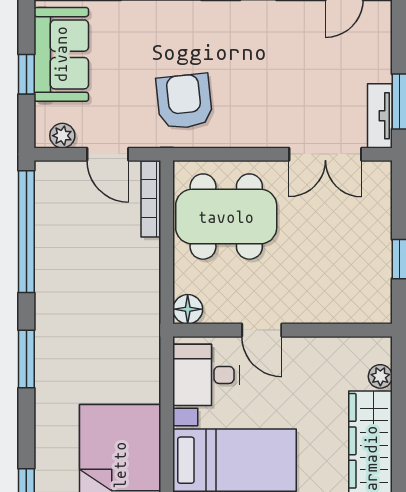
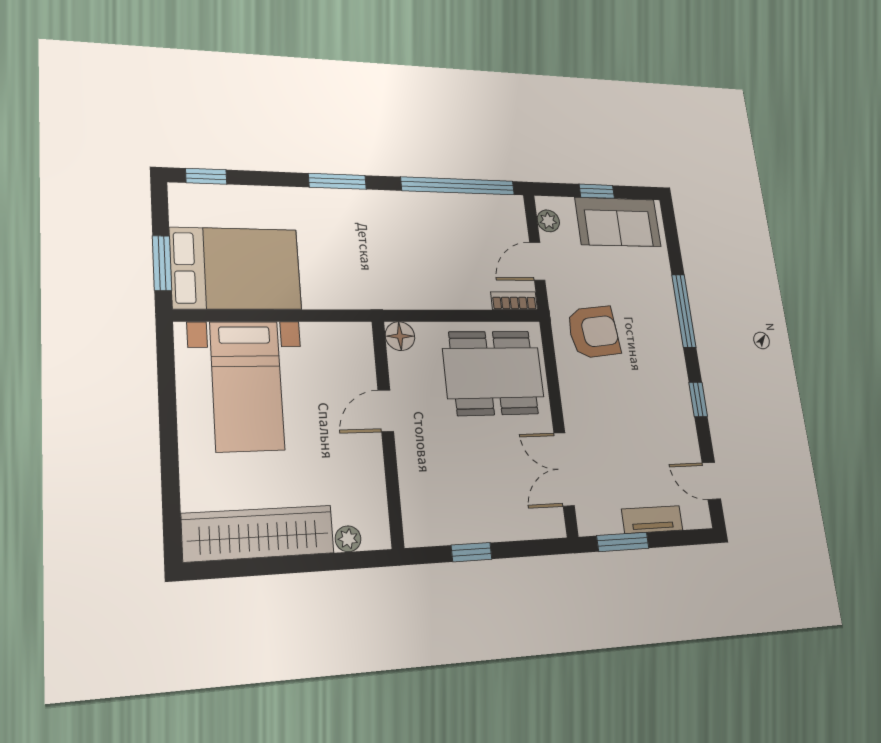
tv unit: (380, 116) -> (652, 520), moved
bookcase: (151, 199) -> (514, 301), width x0.64
dining table: (226, 217) -> (493, 373), turned 90
desk: (206, 375) -> (335, 355), removed

